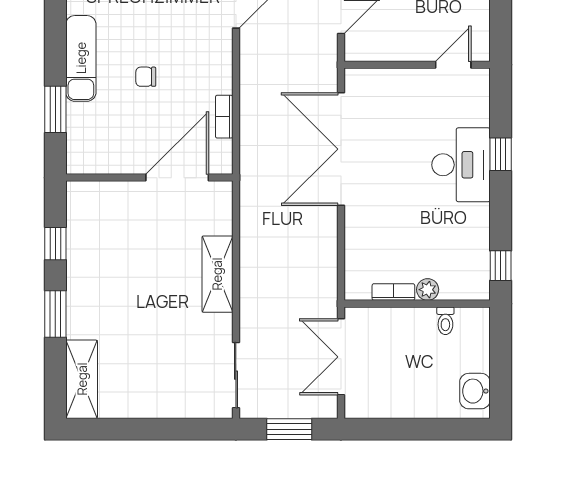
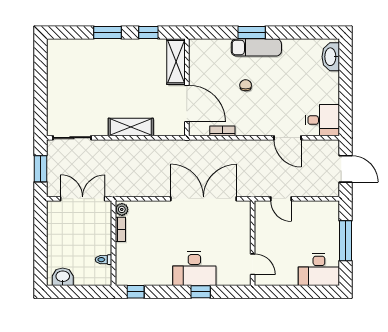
window: (55, 109) -> (252, 33), moved
plant: (428, 290) -> (122, 209), moved
shelving: (82, 379) -> (176, 62), moved, turned 90

